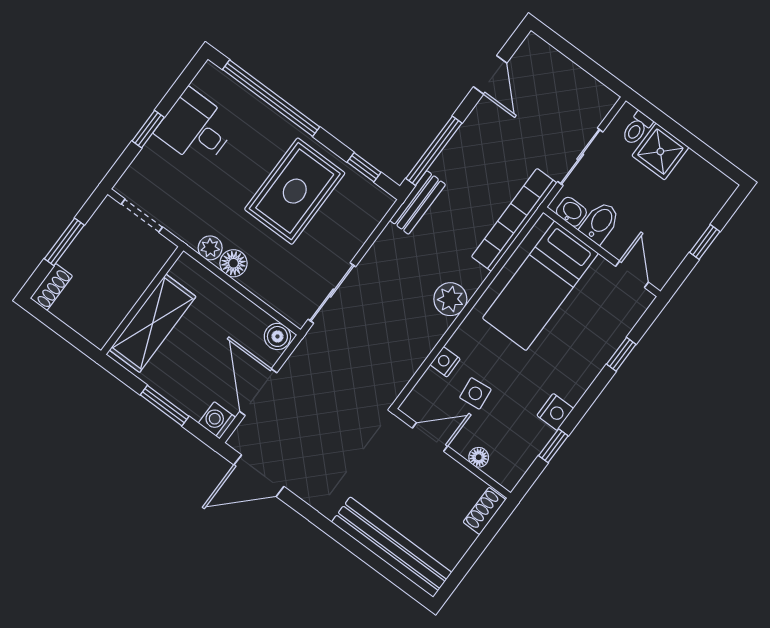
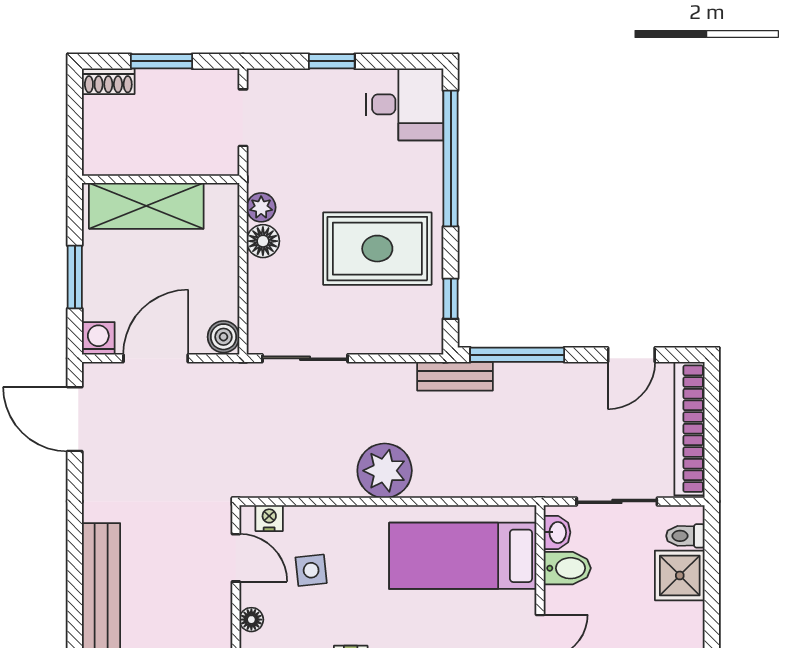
desk: (196, 128) -> (405, 104), moved, turned 90
bookcase: (514, 220) -> (689, 429), moved, turned -90
plant: (450, 299) -> (385, 471), width x1.36, depth x1.36
nightstand: (445, 362) -> (269, 518), moved

